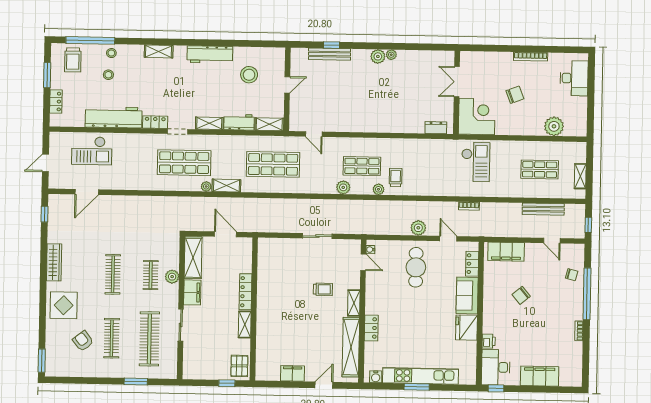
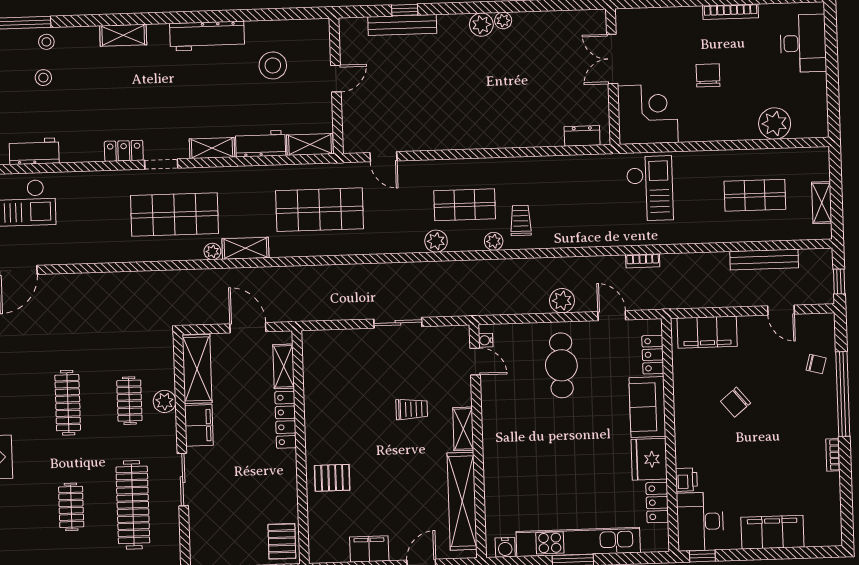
chair: (515, 95) -> (708, 75), turned -69
workbench: (114, 117) -> (34, 151), width x0.53, depth x0.76
shelving: (245, 324) -> (284, 366), moved
locker: (371, 328) -> (657, 503), moved, turned 180
pallet: (272, 329) -> (332, 478), added
clothes rail: (112, 338) -> (71, 507), width x0.73
armchair: (83, 341) -> (25, 514), removed

